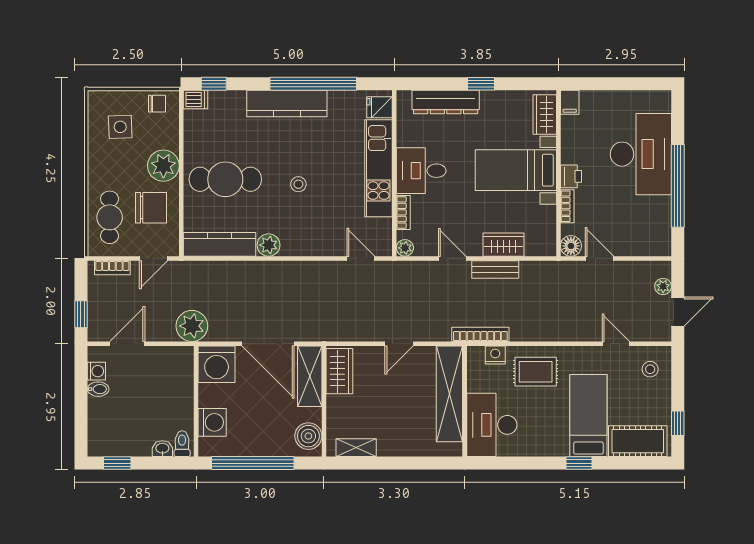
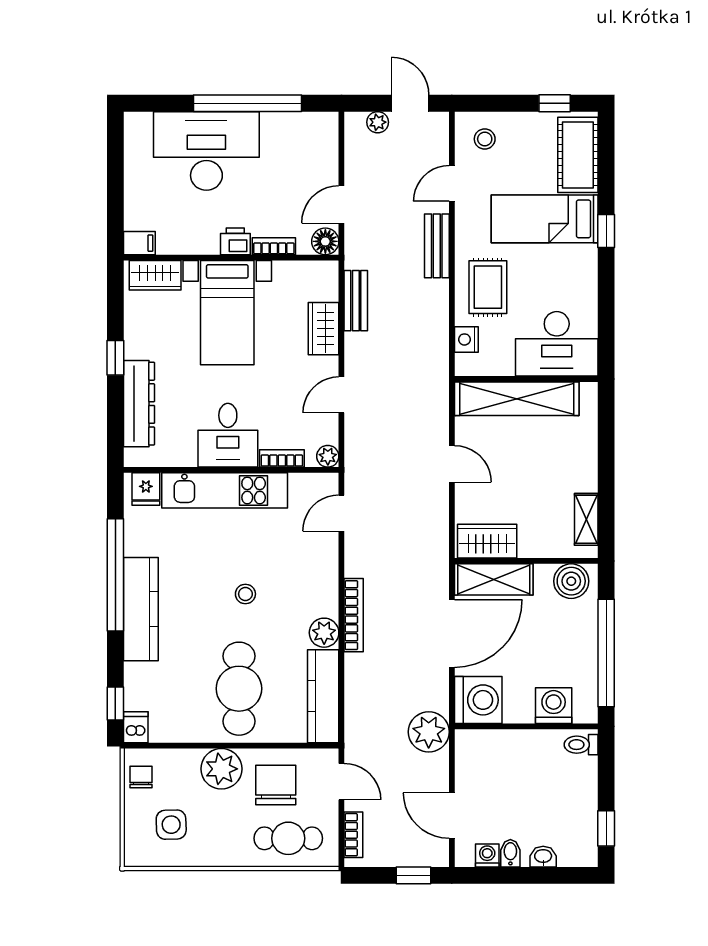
bench: (495, 270) -> (356, 301), moved
bench: (567, 332) -> (437, 246), added
bookcase: (480, 334) -> (354, 615), moved, turned 180
washbasin: (162, 449) -> (543, 857), moved, turned 90

